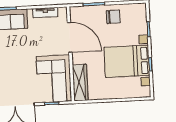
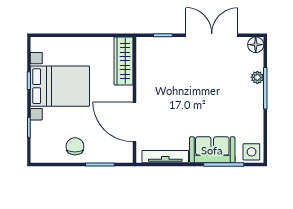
tv unit: (45, 13) -> (165, 157), width x1.41
chair: (113, 17) -> (75, 146), turned 90
corner sofa: (54, 79) -> (158, 68), removed

